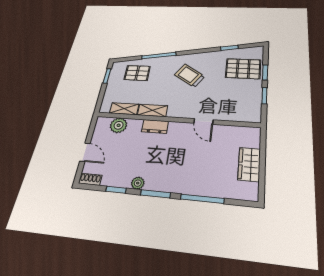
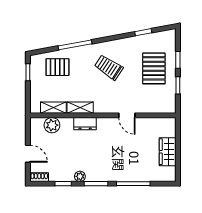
pallet: (243, 69) -> (154, 68), moved, turned 90

